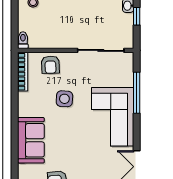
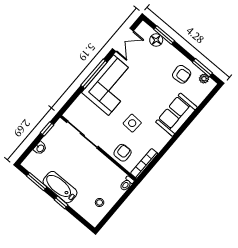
window: (137, 16) -> (47, 129), moved
window: (137, 93) -> (94, 74), moved

